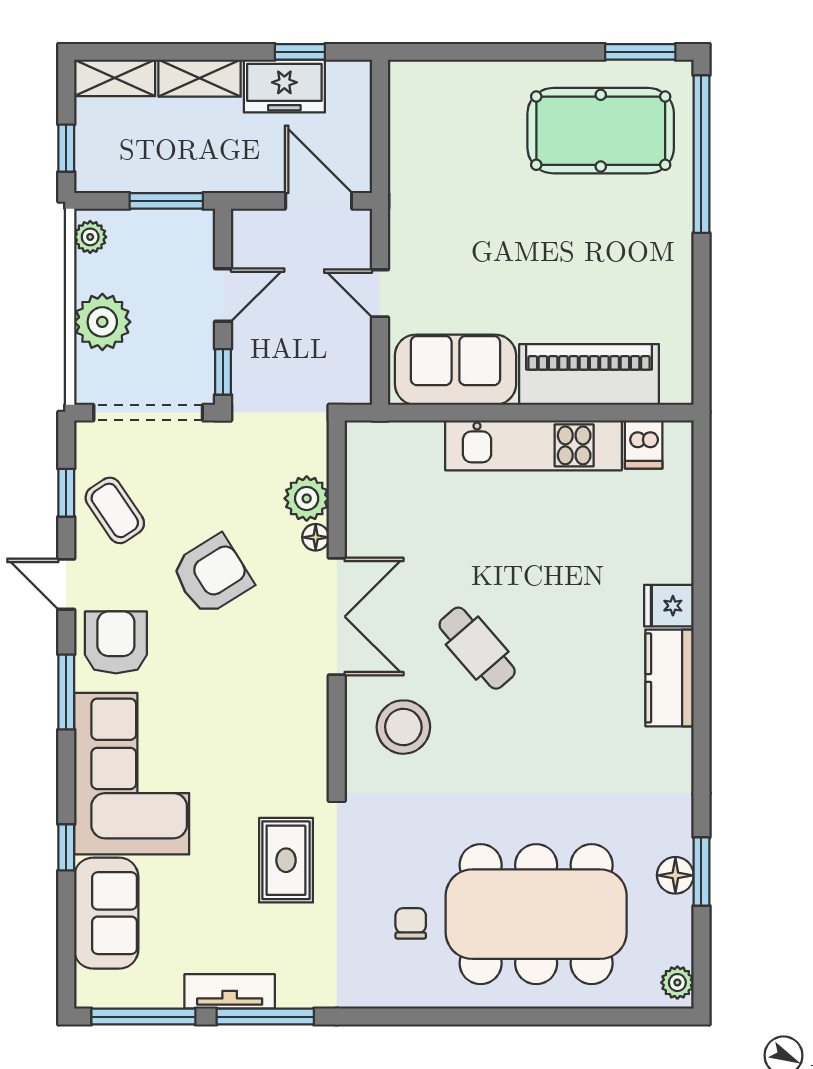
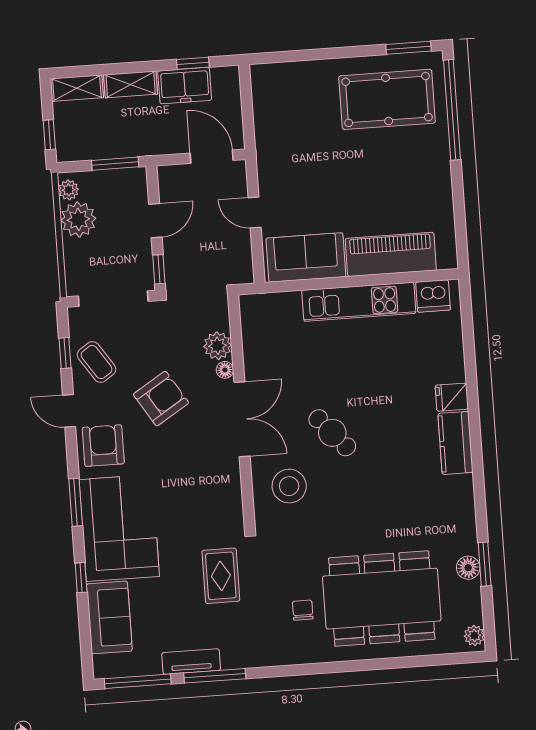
plant: (102, 322) -> (78, 219), moved
dishwasher: (644, 445) -> (433, 296), width x1.38
window: (66, 692) -> (76, 502), moved

